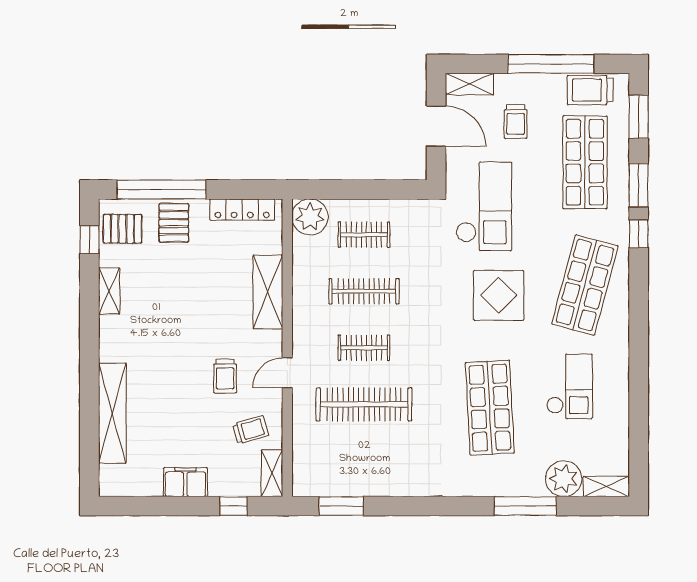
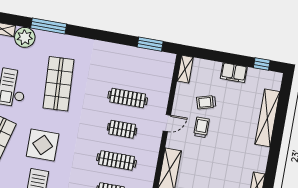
clothes rail: (364, 404) -> (128, 98), width x0.73, depth x0.76
trolley: (251, 430) -> (206, 102), moved
window: (234, 506) -> (262, 64), moved

